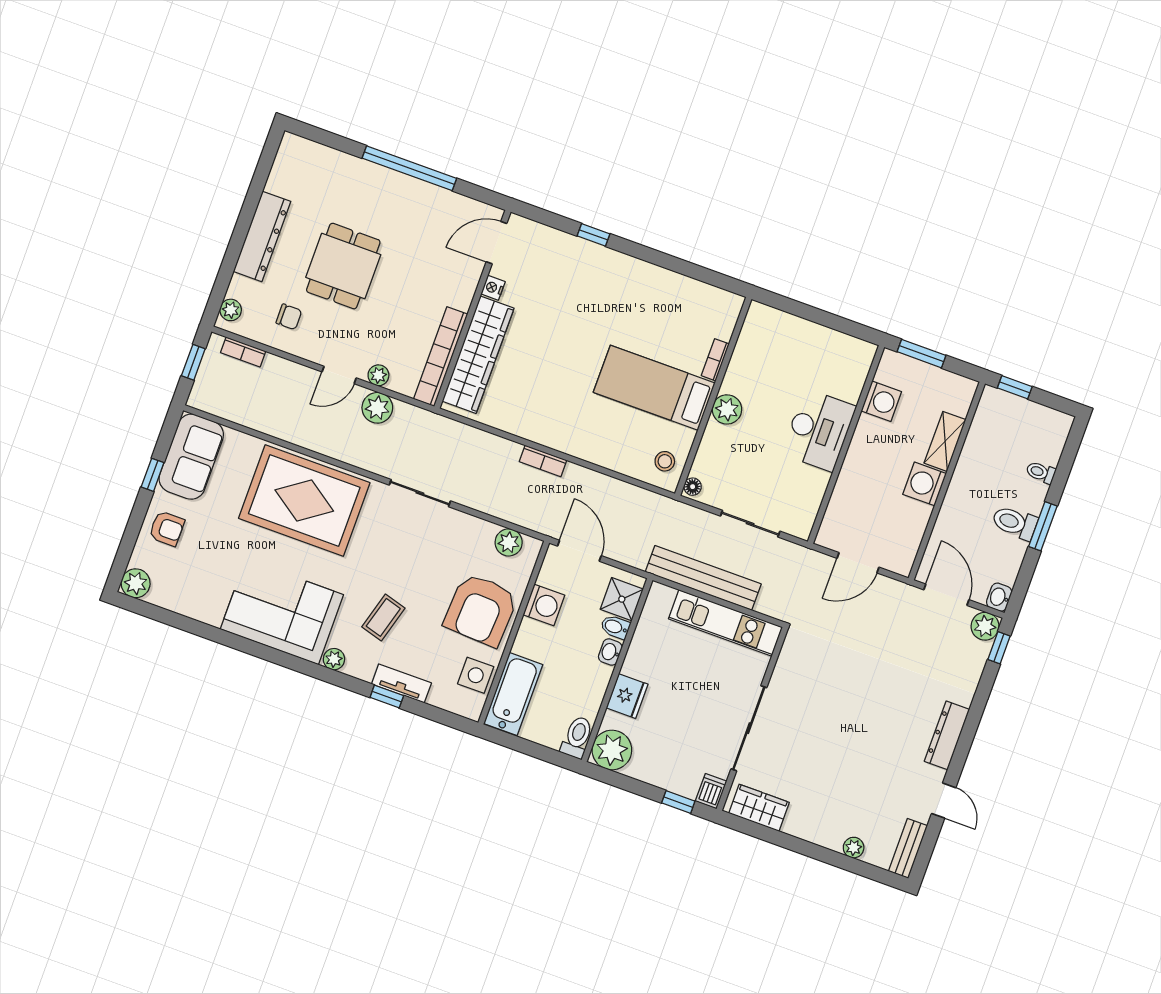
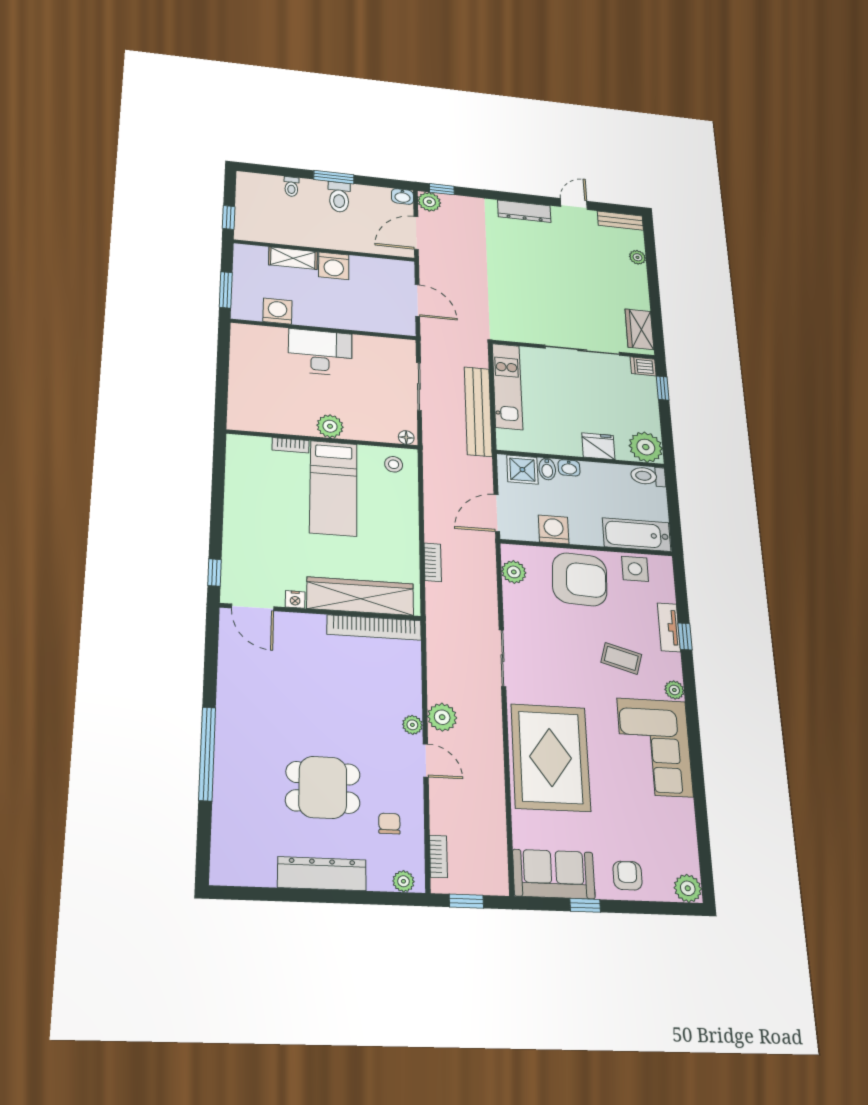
door: (497, 243) -> (253, 607), moved
nightstand: (493, 288) -> (295, 599), moved
wall: (472, 309) -> (321, 612), moved
wardrobe: (478, 355) -> (360, 596), moved
bookcase: (441, 357) -> (374, 627), moved

